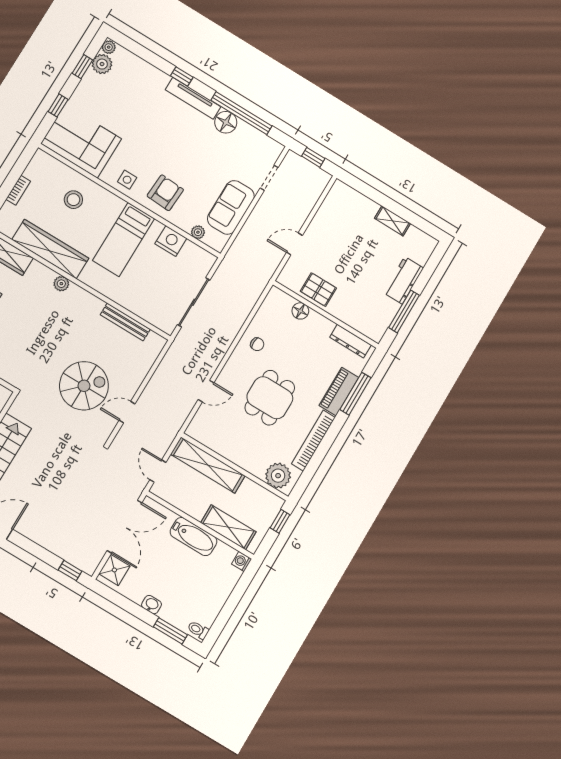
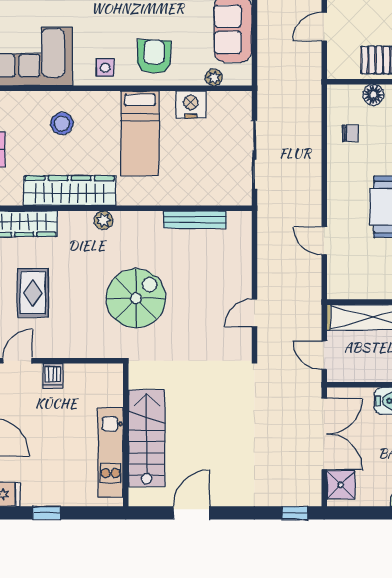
chair: (257, 344) -> (350, 133), moved
spiral stairs: (84, 386) -> (136, 298), moved
door: (206, 391) -> (324, 241), swing flipped

